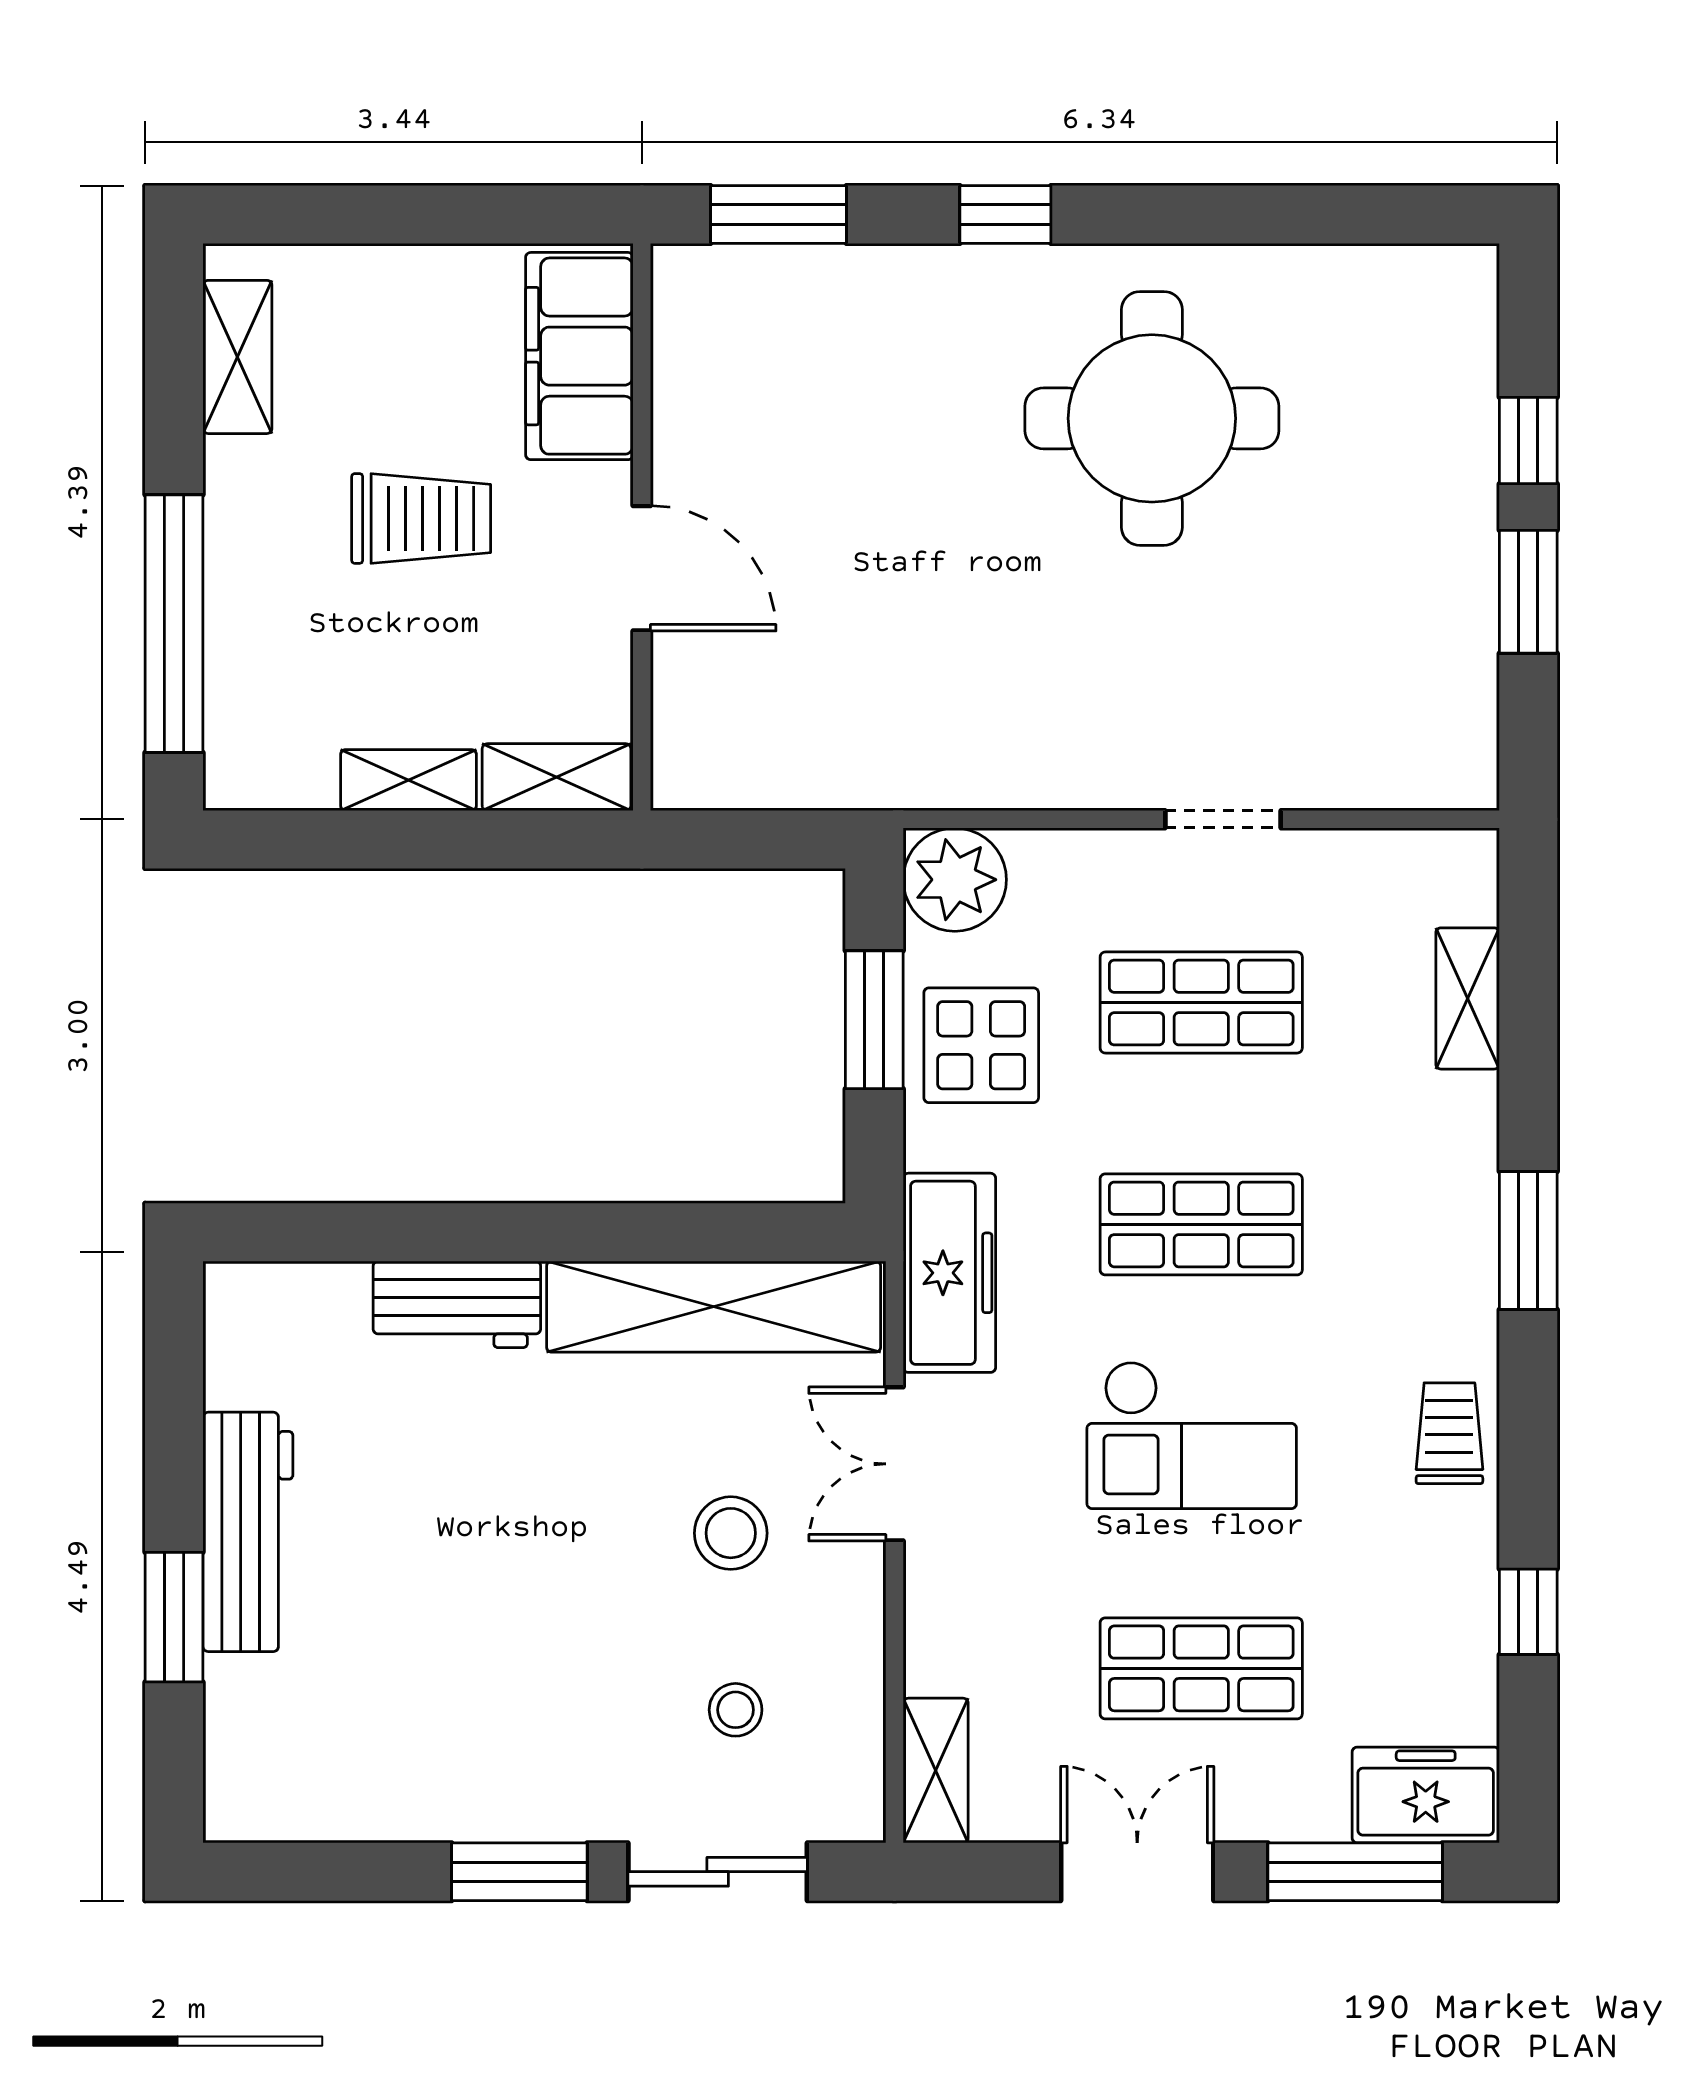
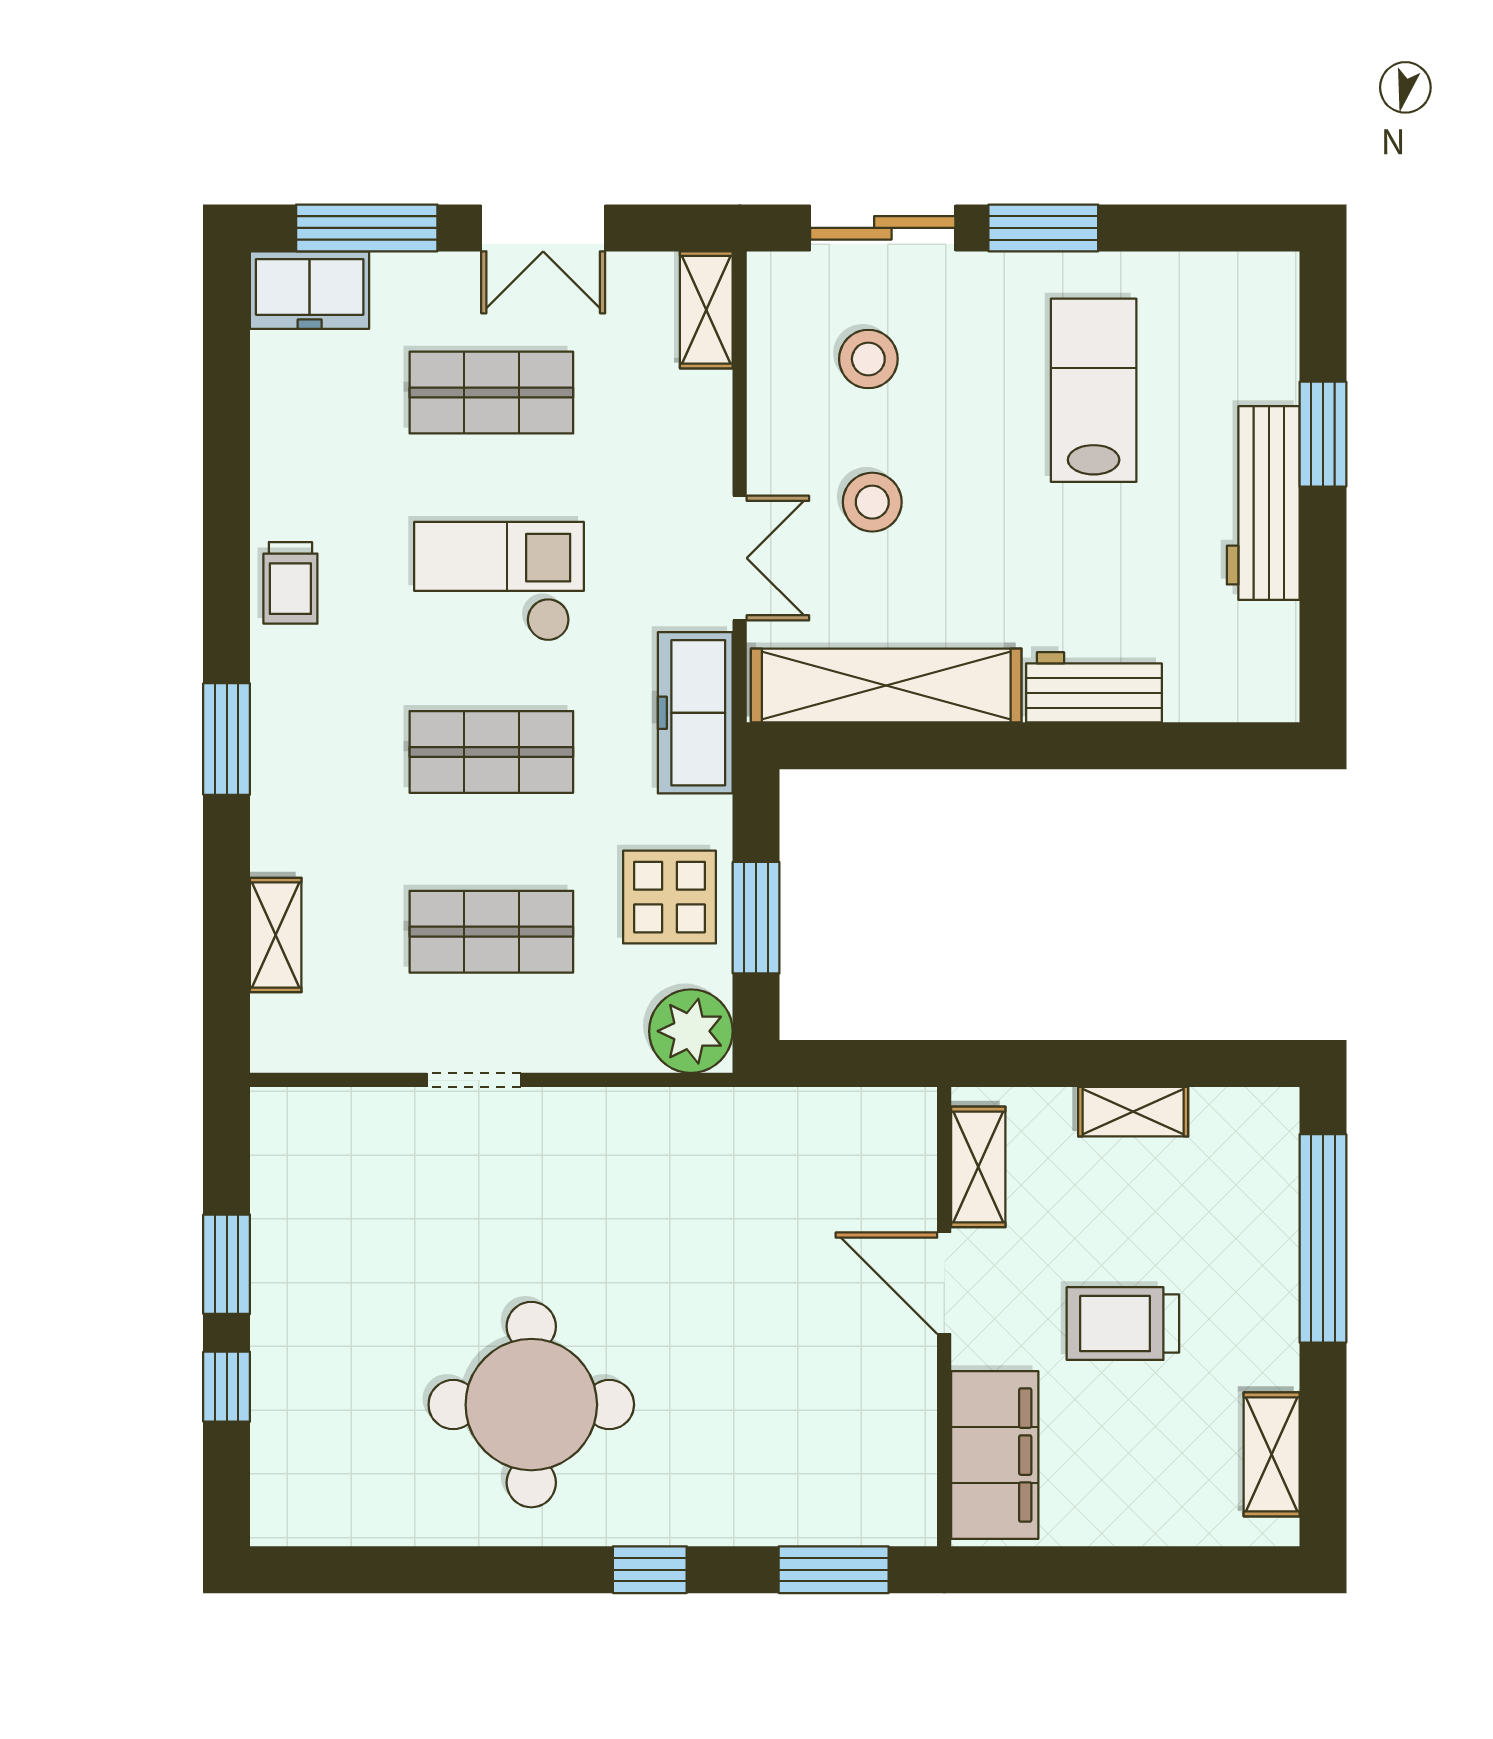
shelving: (557, 777) -> (978, 1167), moved, turned 90
window: (1528, 1612) -> (227, 438), removed
lab bench: (457, 1671) -> (1094, 390), added
stool: (736, 1710) -> (868, 359), width x1.37, depth x1.37

